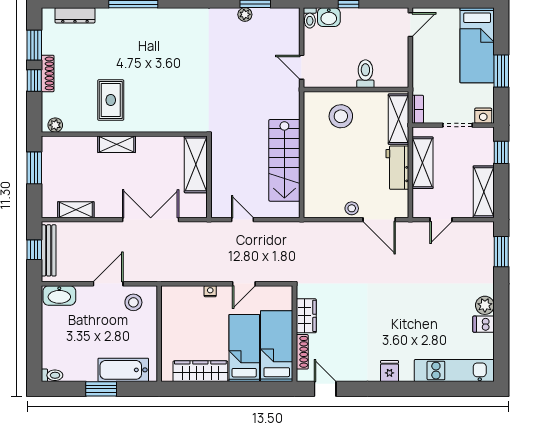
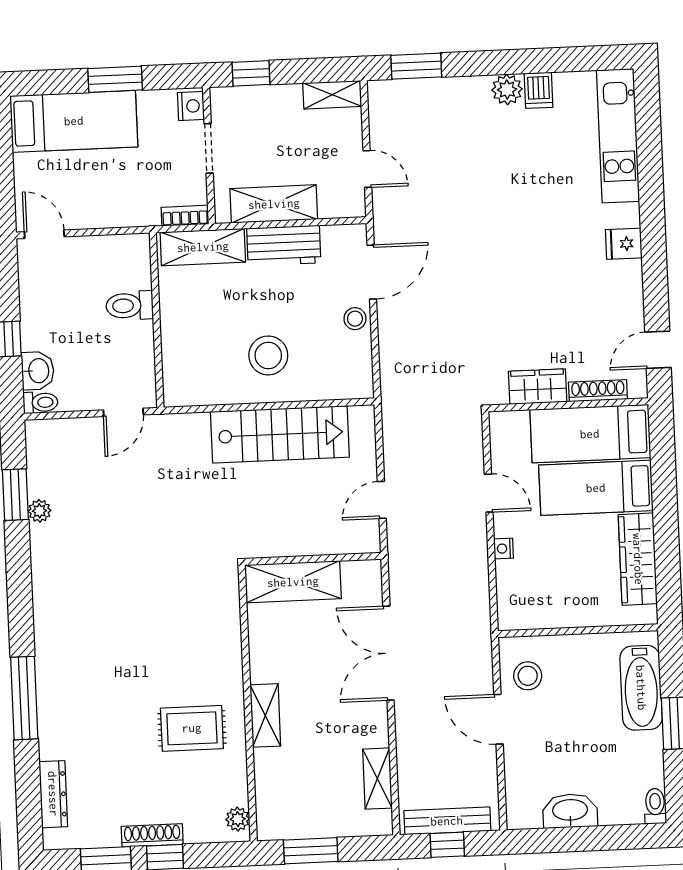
stool: (341, 116) -> (268, 355), moved
shelving: (484, 192) -> (332, 95), width x0.67, depth x0.75
washbasin: (59, 295) -> (570, 811), moved, turned -90

